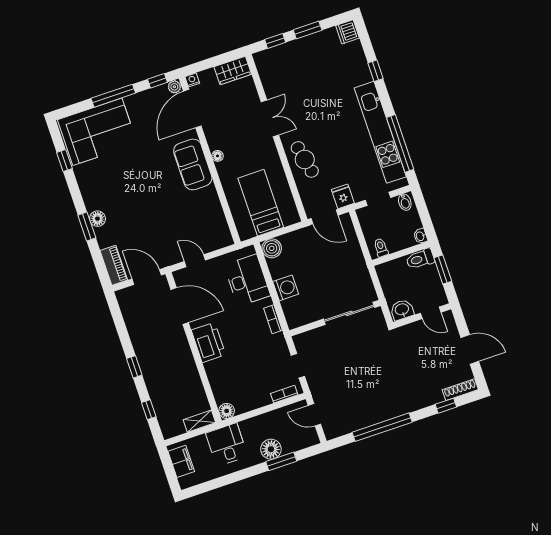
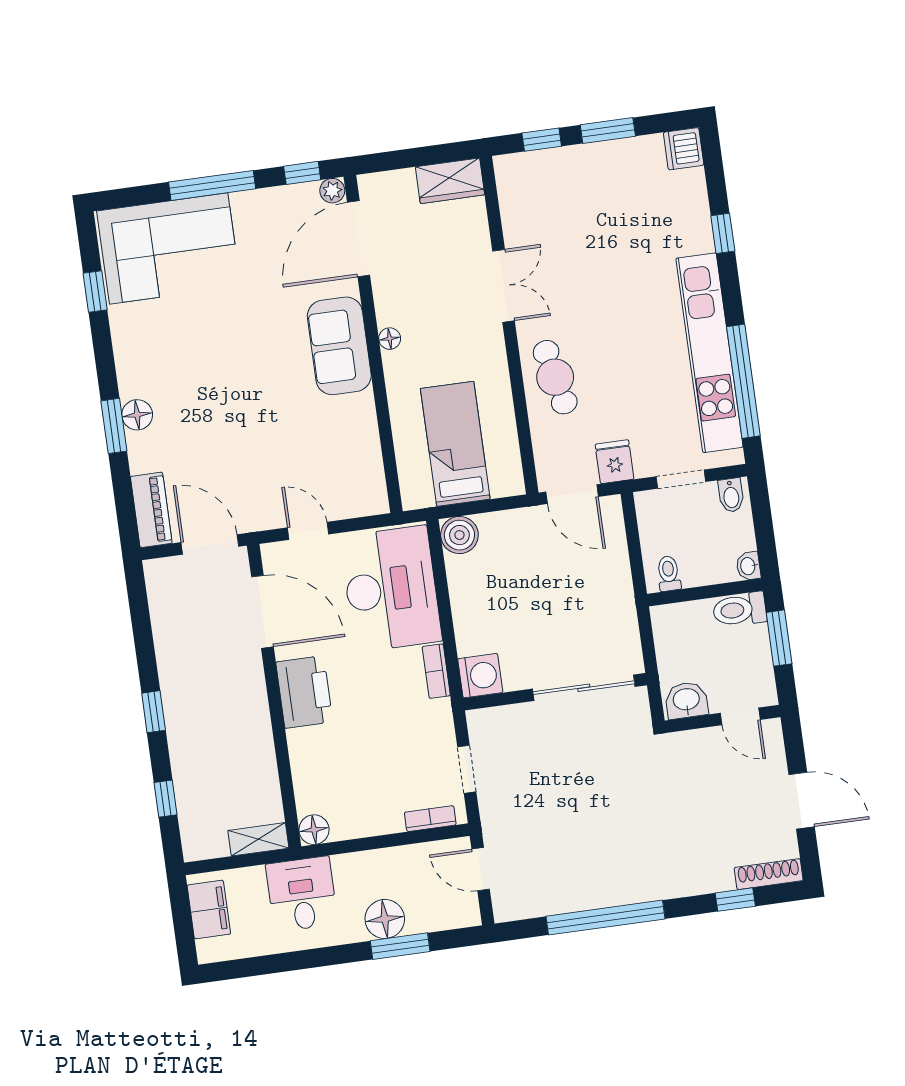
nightstand: (192, 80) -> (369, 184), removed
desk: (247, 280) -> (391, 589), width x1.36, depth x1.30
washing machine: (286, 288) -> (480, 676), moved

